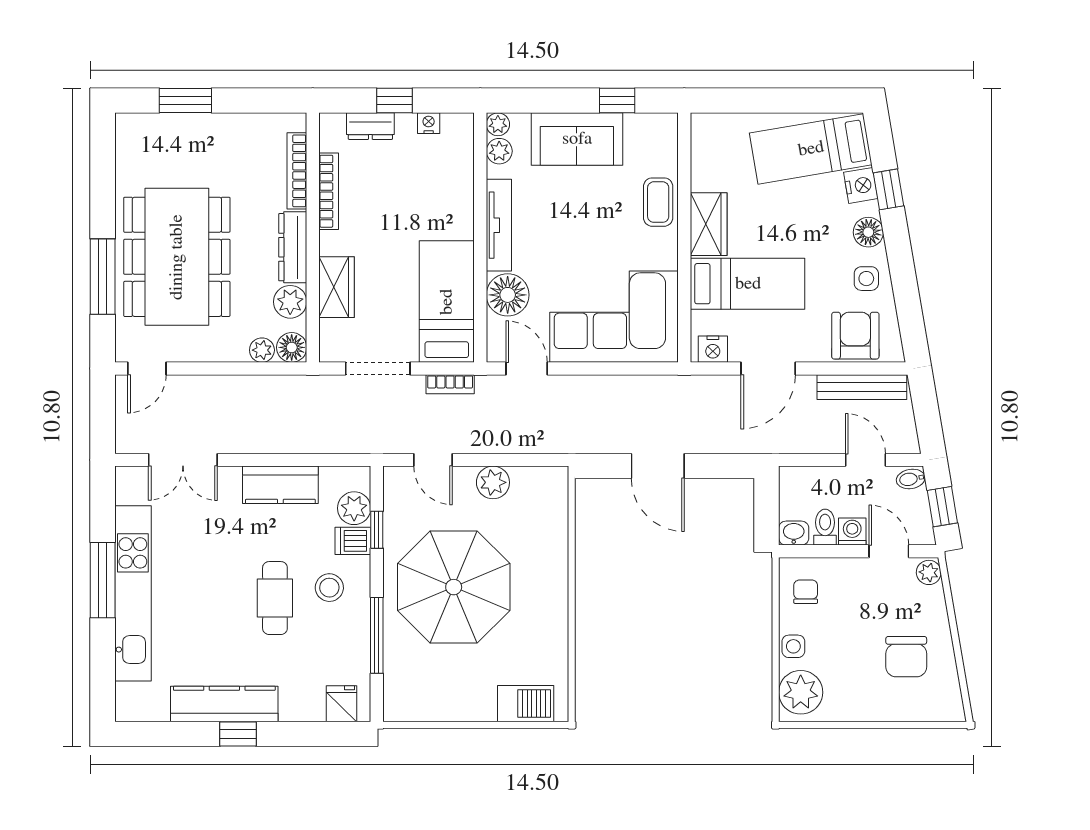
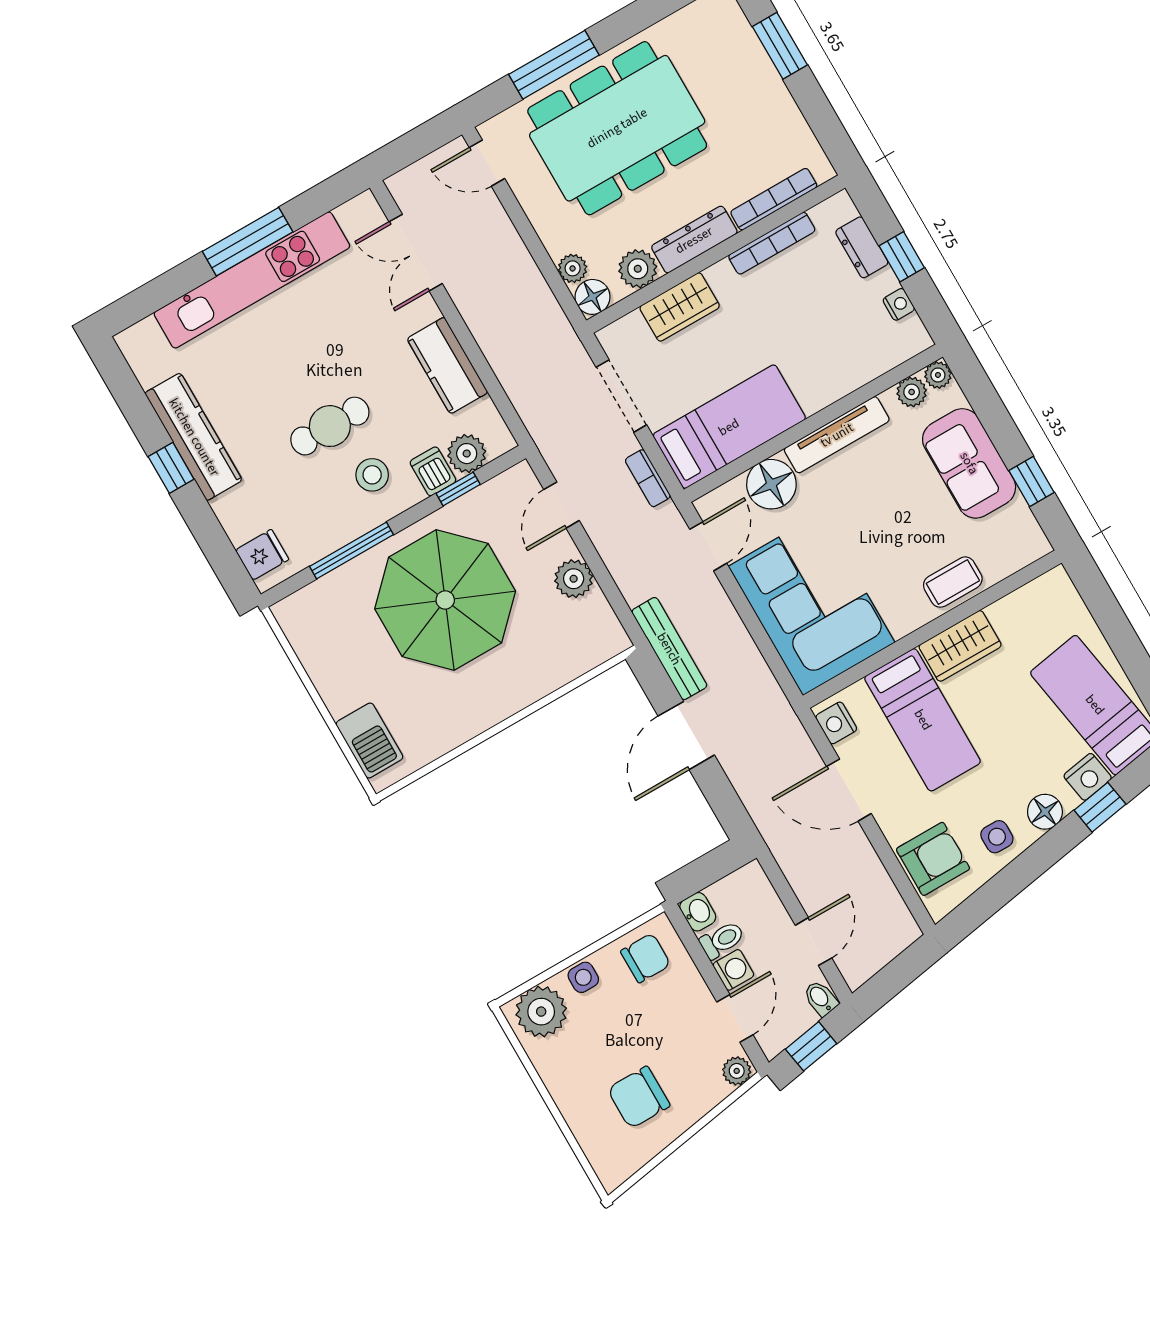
bench: (862, 387) -> (669, 649), moved
chair: (806, 592) -> (646, 958), width x1.37, depth x1.37

